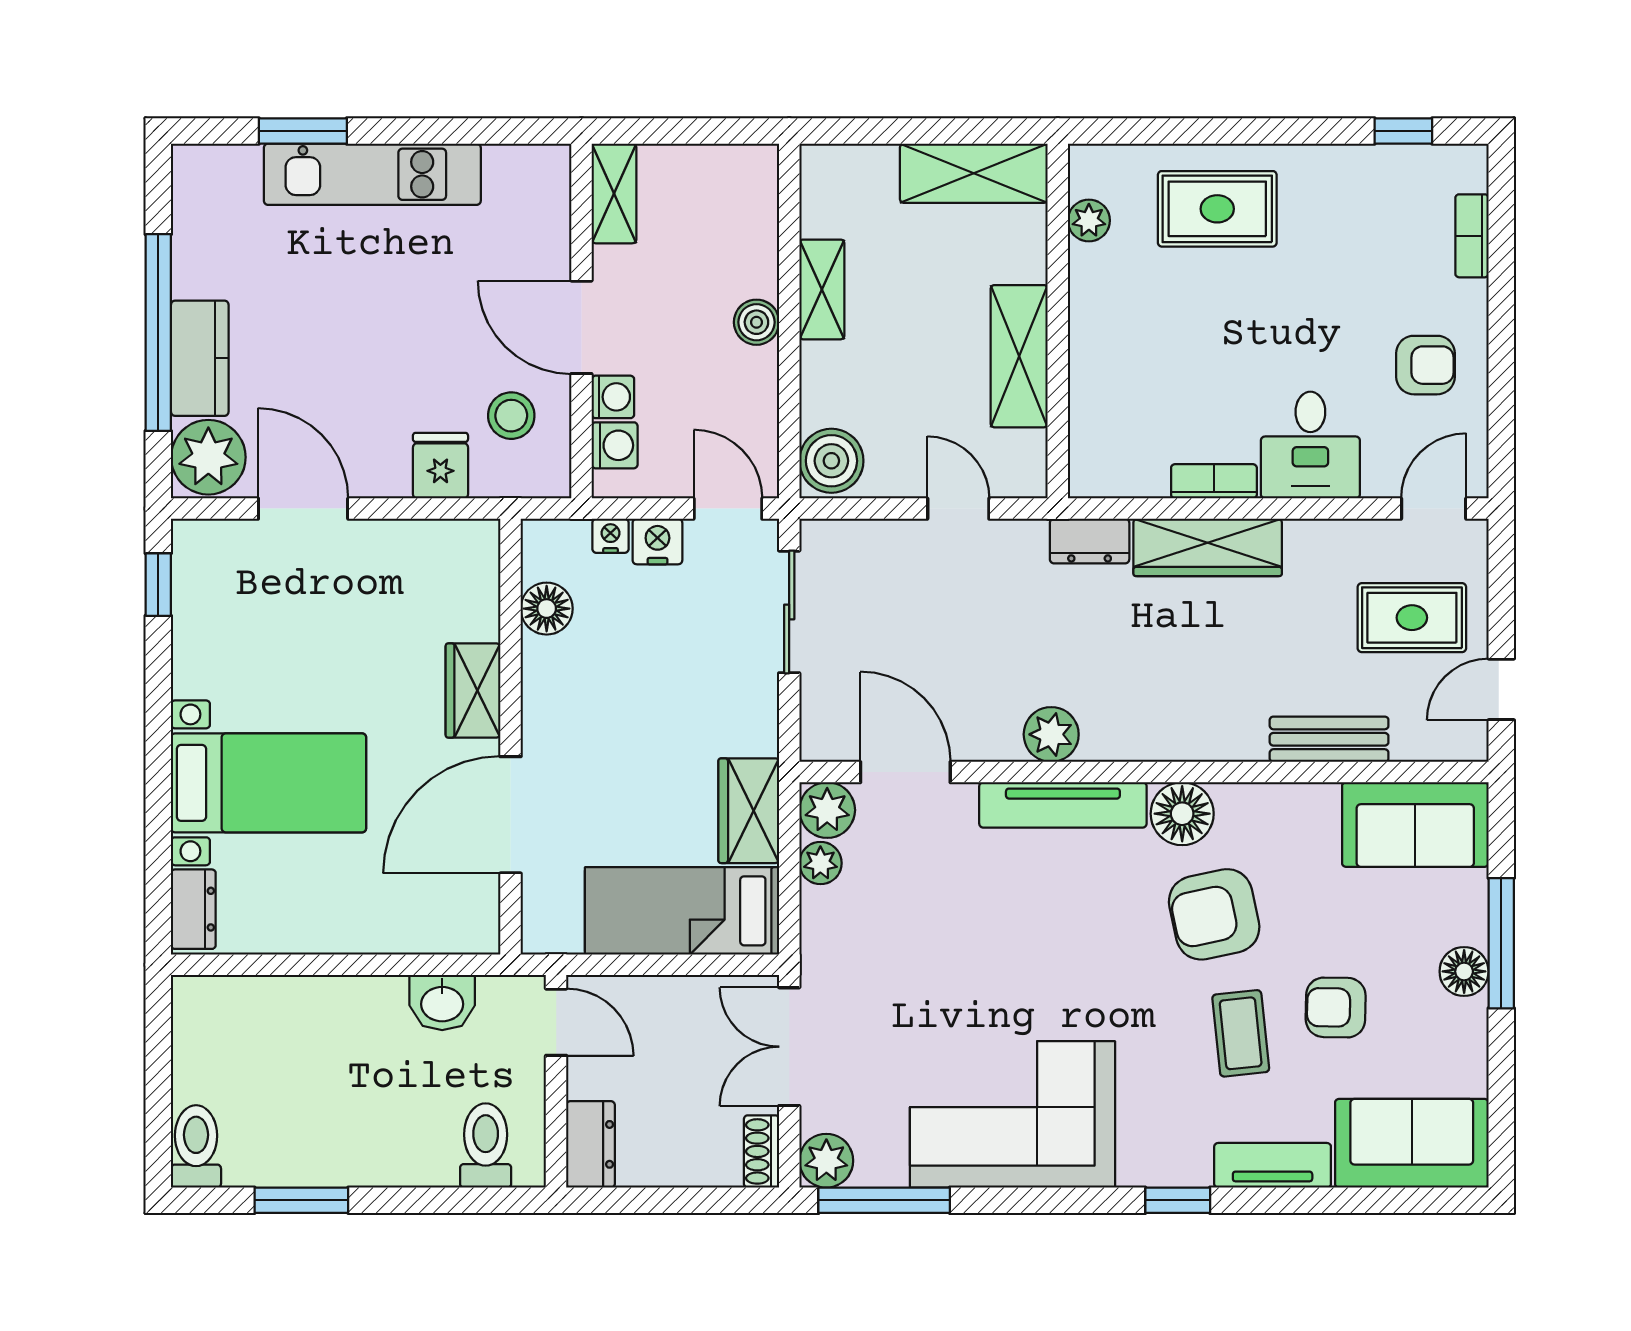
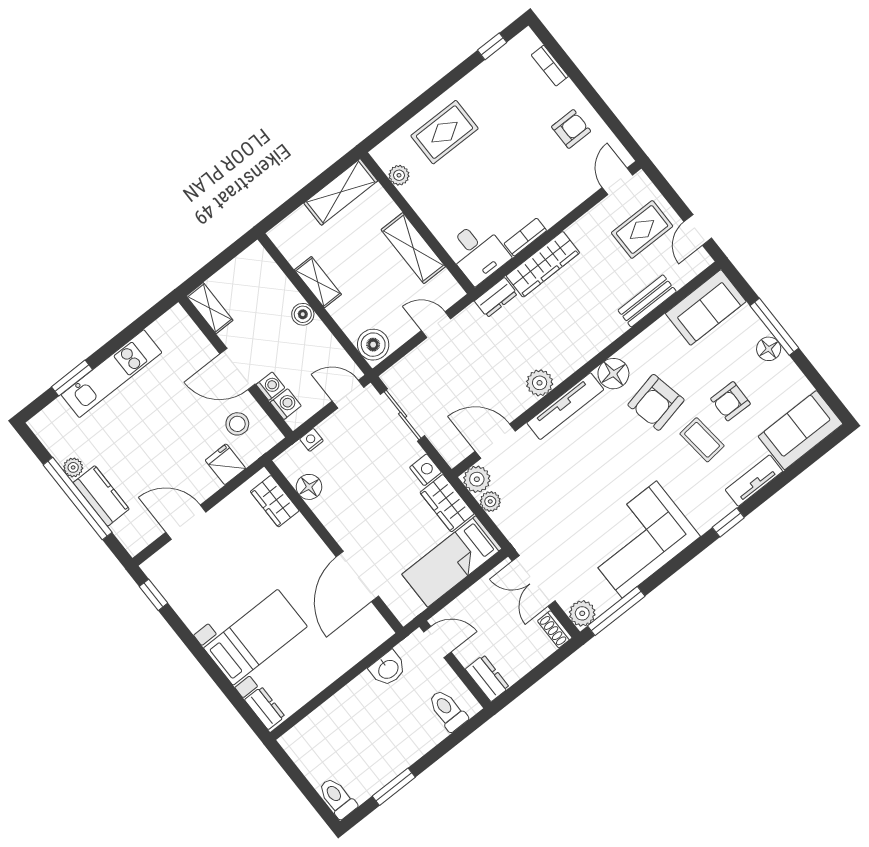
desk: (1310, 445) -> (478, 252), moved
plant: (208, 457) -> (73, 467), moved, width x0.53, depth x0.53
nightstand: (657, 541) -> (425, 470), moved, turned 90
wardrobe: (473, 690) -> (275, 501), moved

